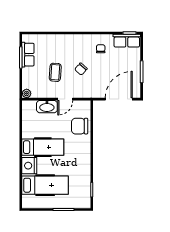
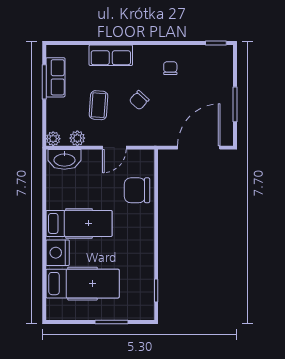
row of seats: (127, 41) -> (111, 55), moved
plant: (42, 93) -> (77, 138), added
washbasin: (47, 107) -> (64, 159), moved

